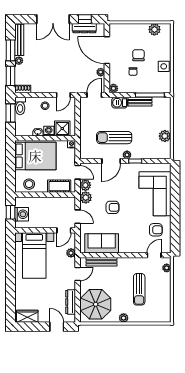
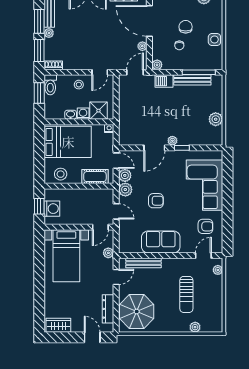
bench: (140, 102) -> (192, 80), width x1.36
sun lounger: (114, 138) -> (158, 121), removed
sofa: (102, 243) -> (161, 242), moved
plant: (124, 318) -> (195, 327), moved

